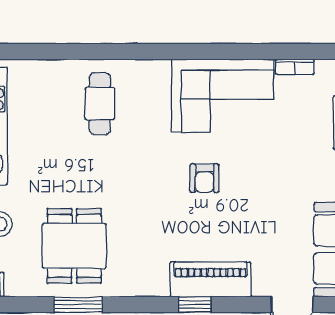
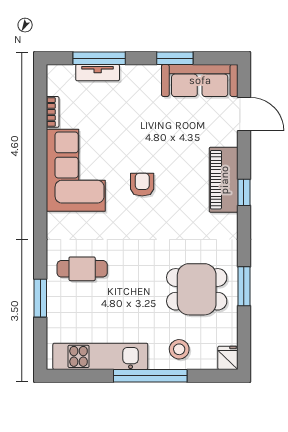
window: (63, 52) -> (40, 298), added
armchair: (204, 178) -> (142, 185), turned -90

